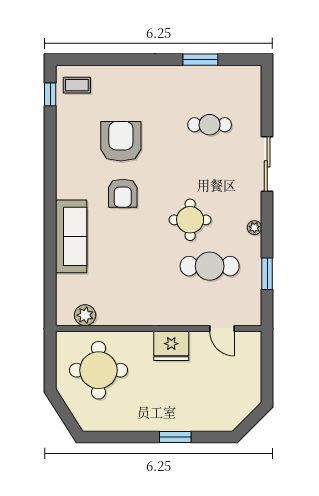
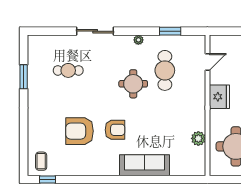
cafe table: (210, 125) -> (68, 70), turned 90
plant: (85, 315) -> (198, 138), moved

